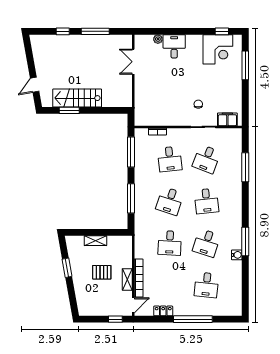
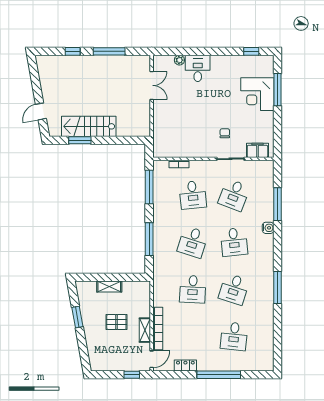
corner desk: (218, 49) -> (257, 94), moved, turned 90
double door: (133, 62) -> (152, 85), swing flipped
water cooler: (237, 255) -> (268, 228), moved

